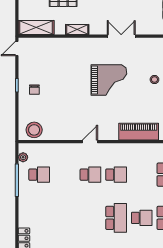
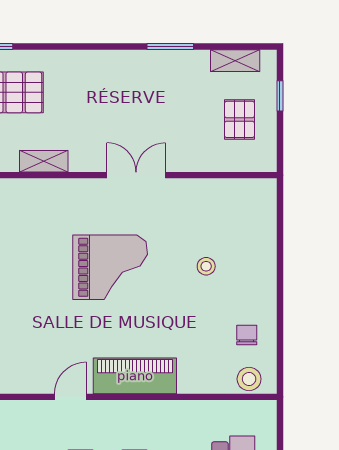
piano: (139, 132) -> (135, 376), moved

